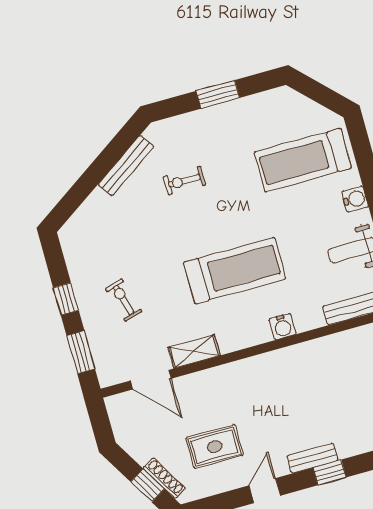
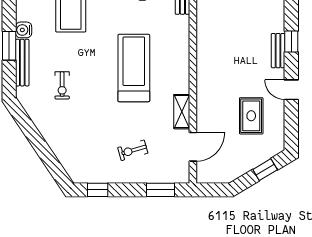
bench: (126, 166) -> (22, 63), moved, turned 34
window: (66, 299) -> (98, 190), moved
water cooler: (283, 327) -> (24, 30), moved, turned 180
shoe rack: (164, 478) -> (263, 157), removed

